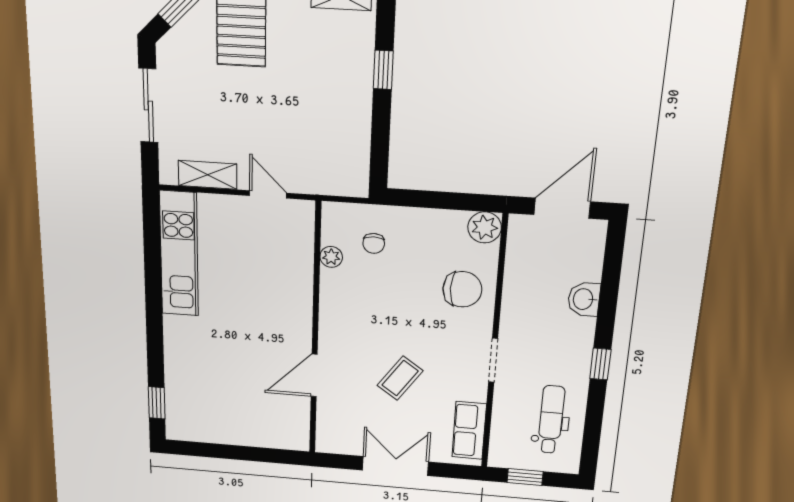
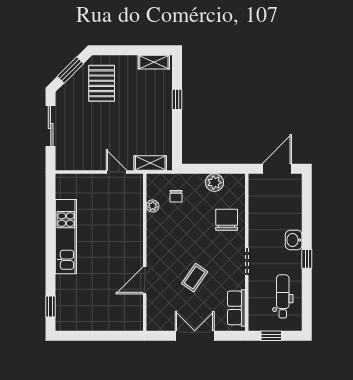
shelving: (207, 175) -> (150, 163), moved
plant: (485, 227) -> (214, 183), moved
kitchen unit: (179, 254) -> (66, 237), moved
chair: (462, 289) -> (227, 220), turned -90
washbasin: (584, 299) -> (294, 240), moved

